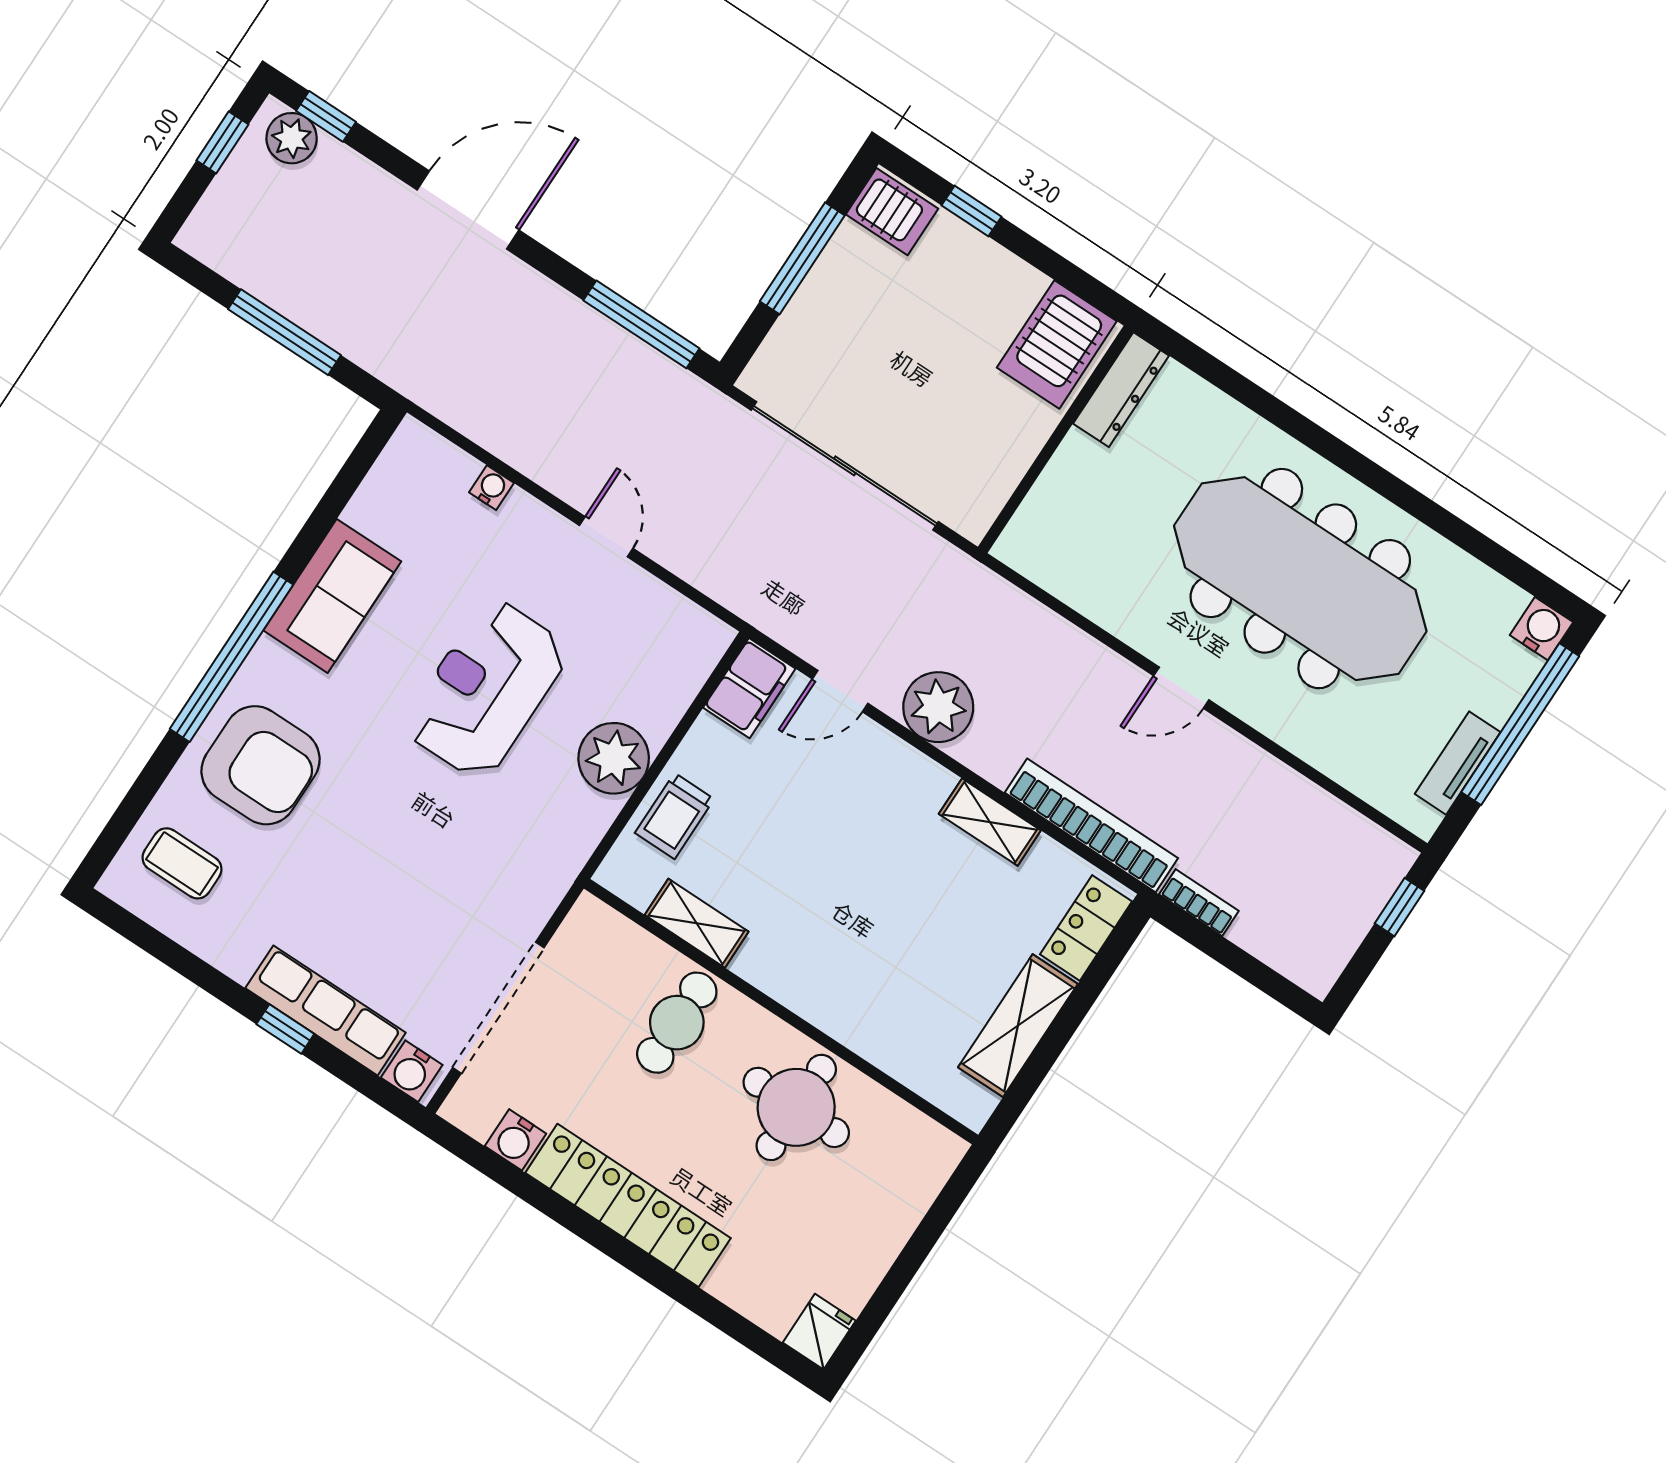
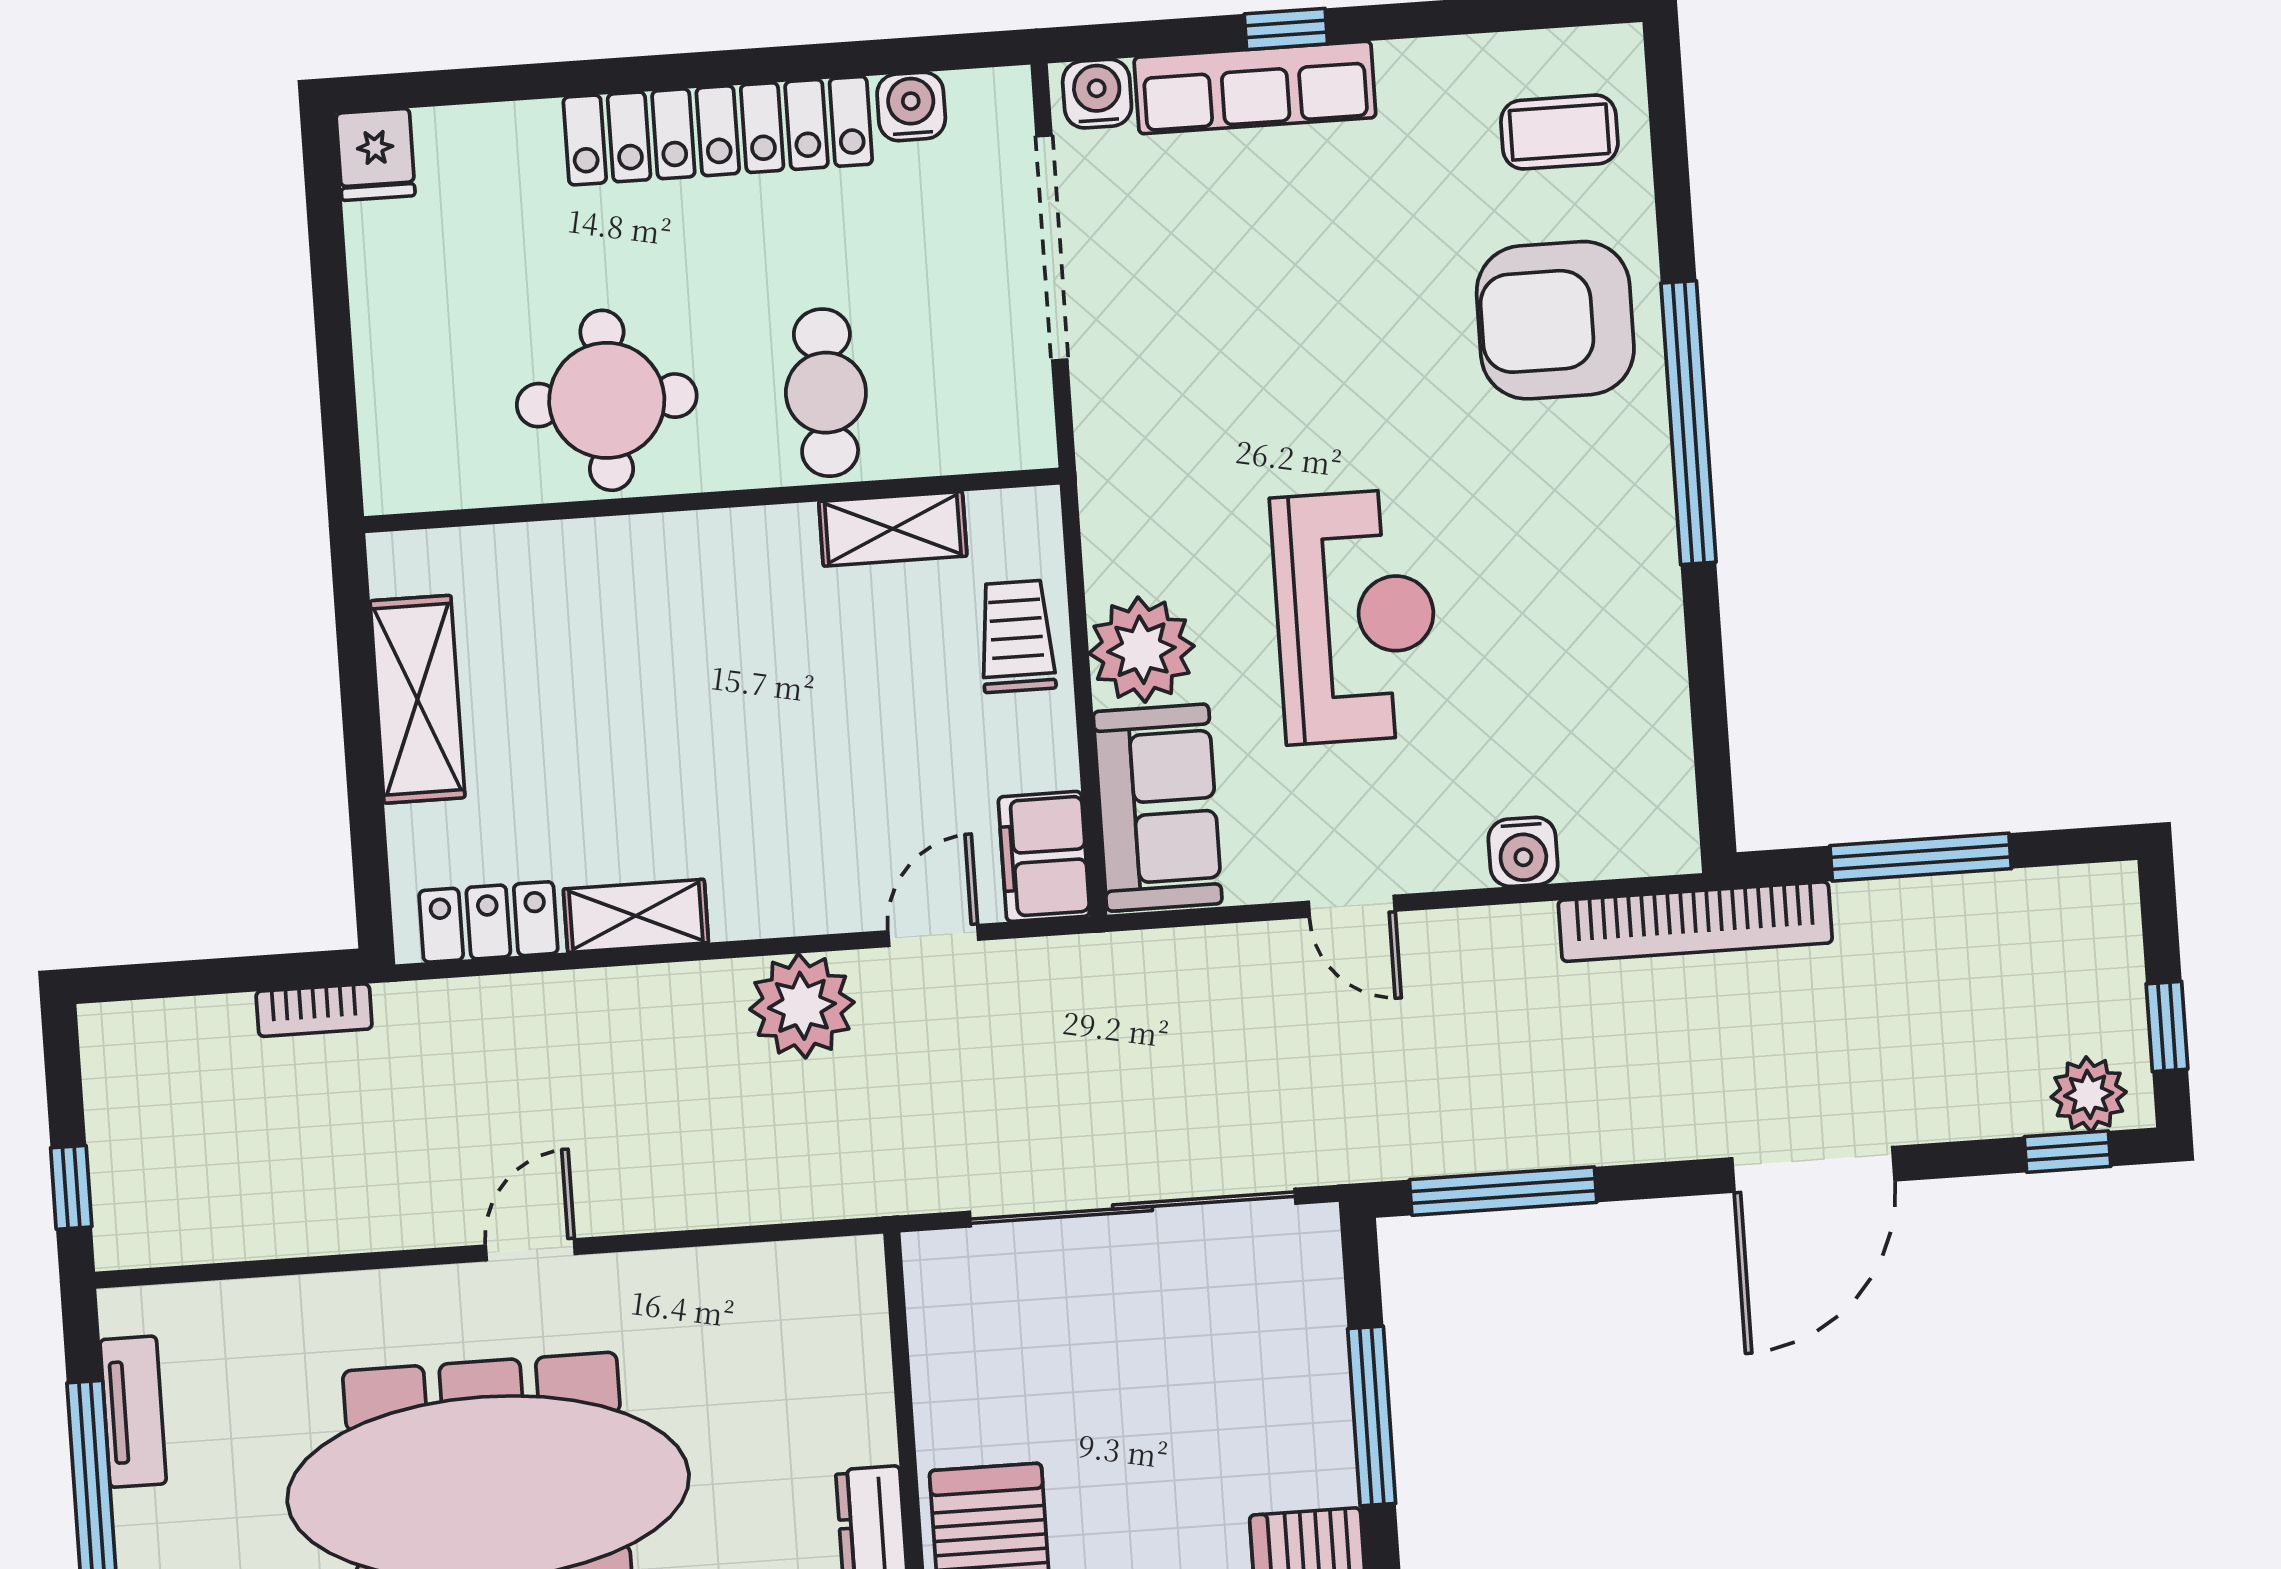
water cooler: (492, 488) -> (1523, 852), width x1.38, depth x1.38
sofa: (332, 596) -> (1158, 808), moved, turned 180
bookcase: (1091, 825) -> (1695, 922), moved
locker: (1086, 928) -> (488, 922), moved, turned -90

